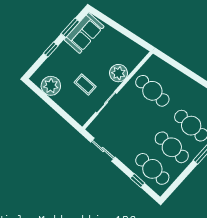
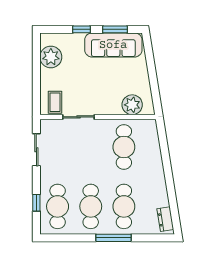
sofa: (84, 33) -> (113, 45), width x1.36
plant: (119, 73) -> (132, 105), moved
coffee table: (85, 84) -> (55, 102), moved

